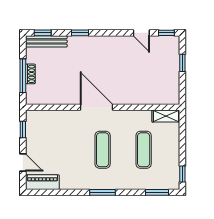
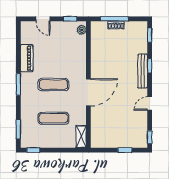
door: (141, 33) -> (150, 103), moved
bench: (46, 41) -> (143, 71), moved
door: (96, 107) -> (88, 92), moved
plant: (36, 116) -> (82, 30), added
door: (23, 162) -> (43, 19), hinge flipped
piano: (42, 182) -> (27, 58), moved

